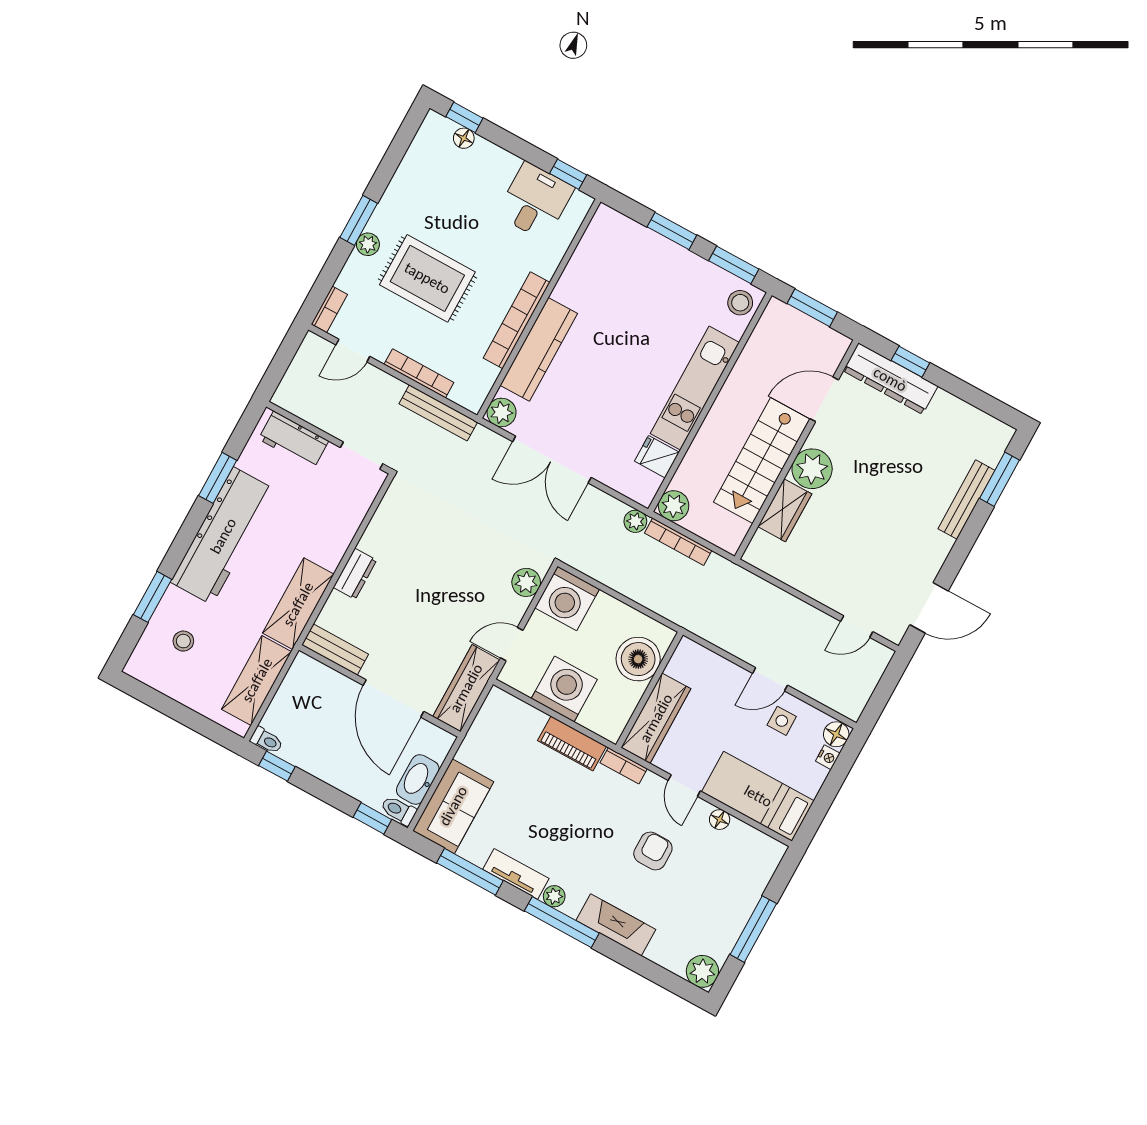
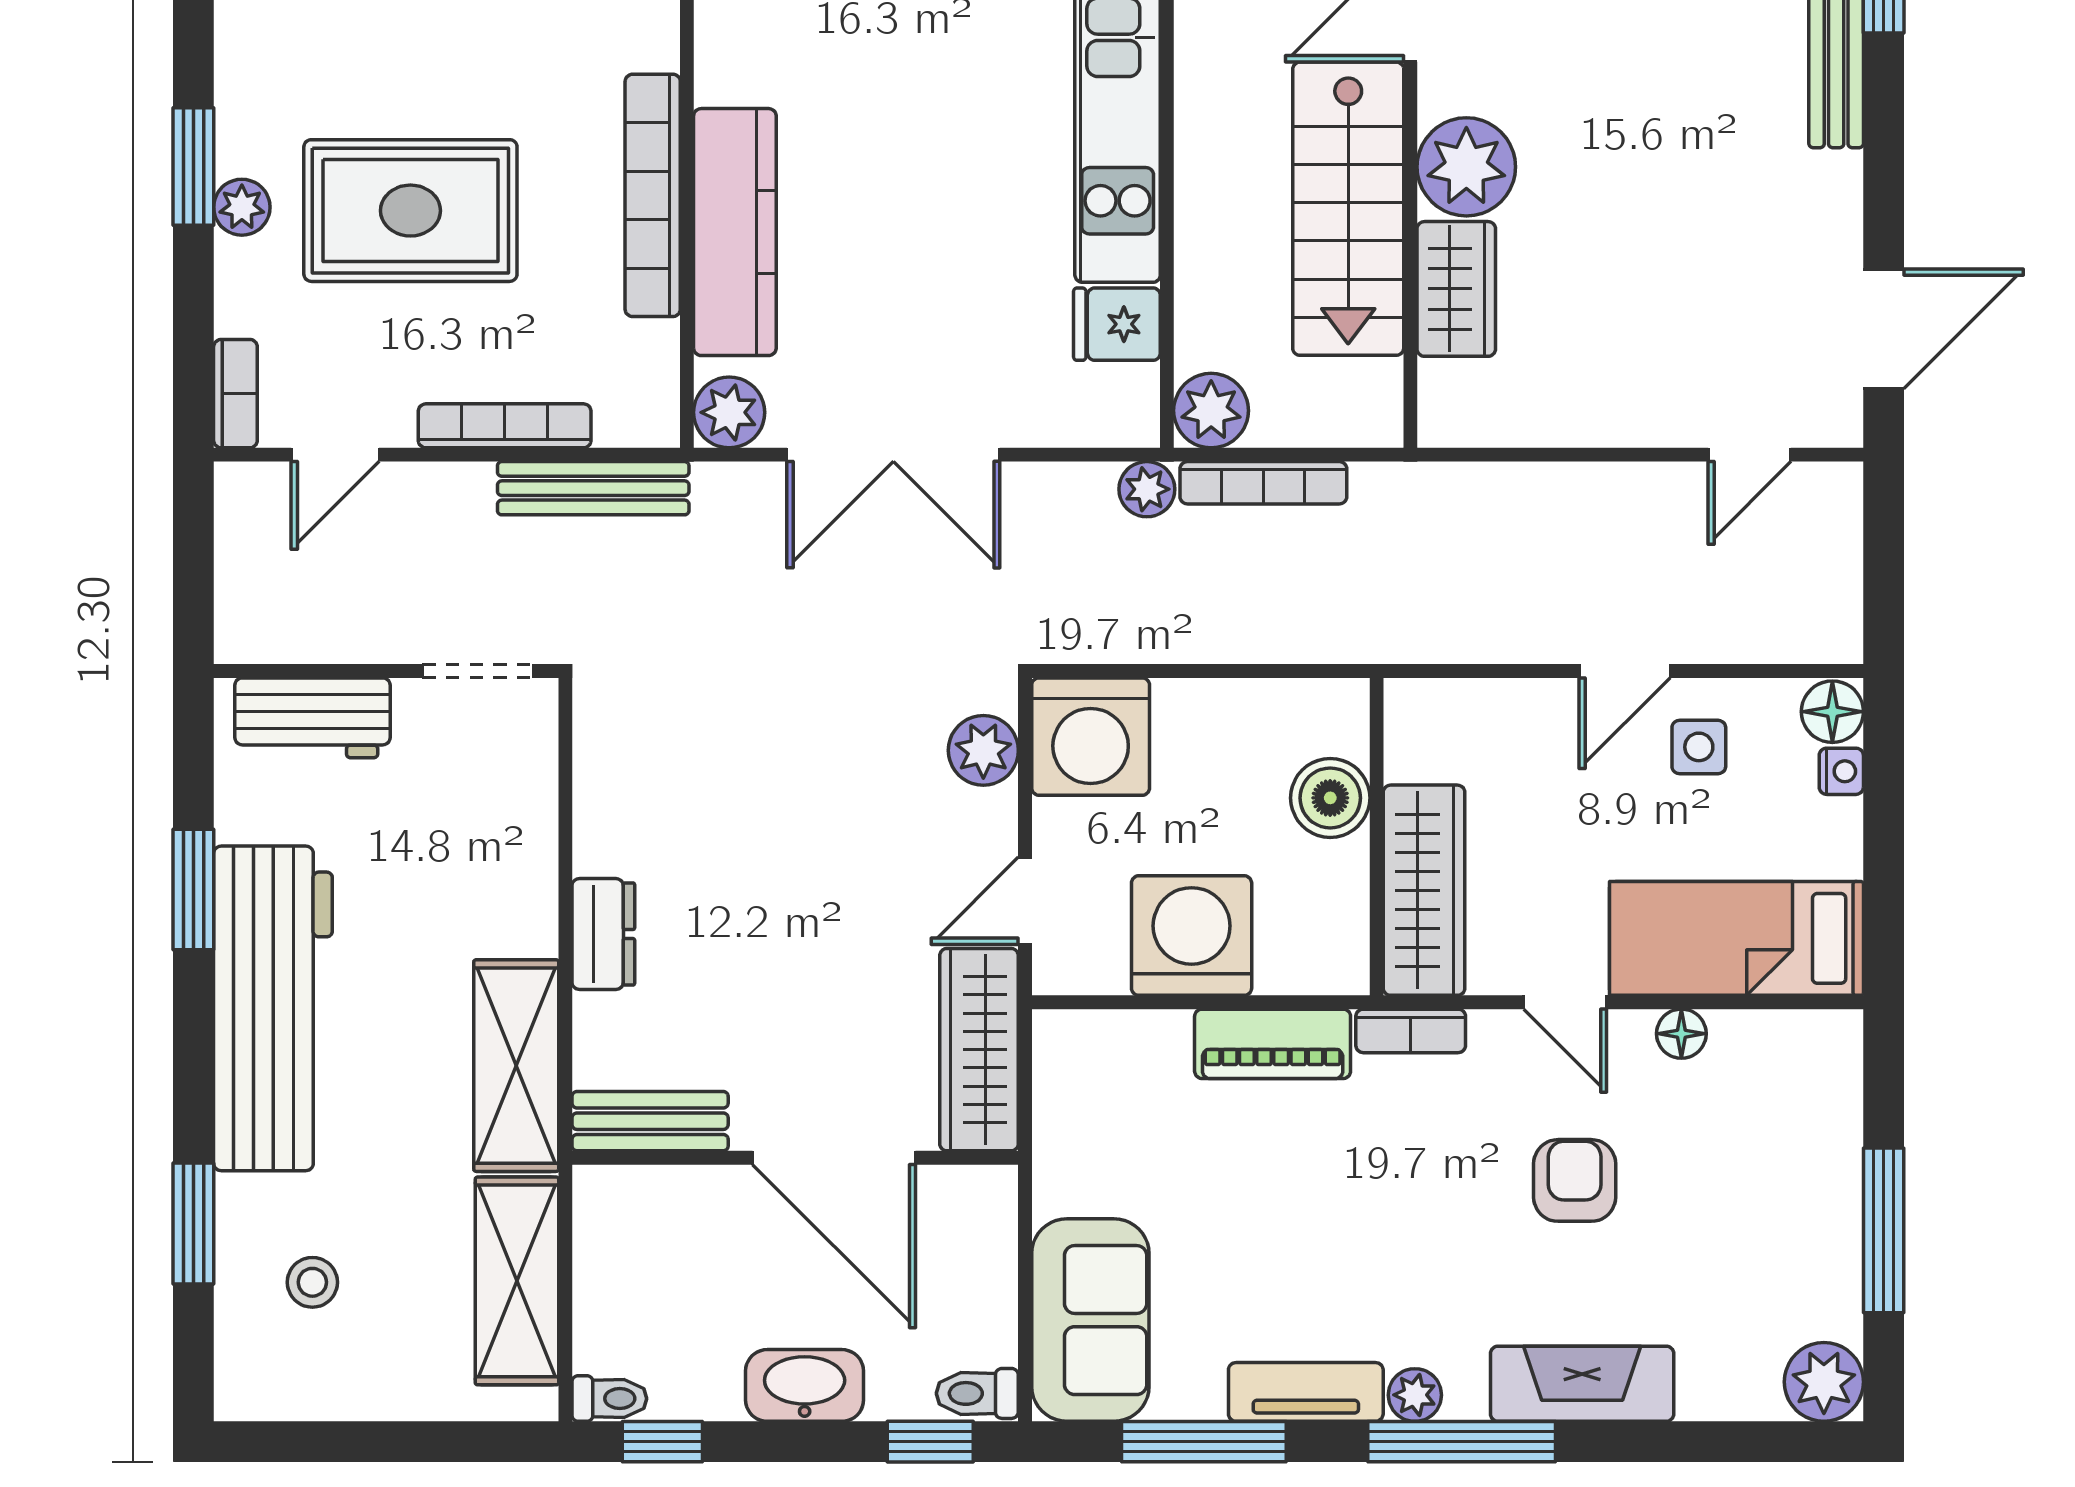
boiler: (638, 659) -> (1330, 798), width x0.73, depth x0.73
washbasin: (418, 779) -> (805, 1385), moved, turned 90

